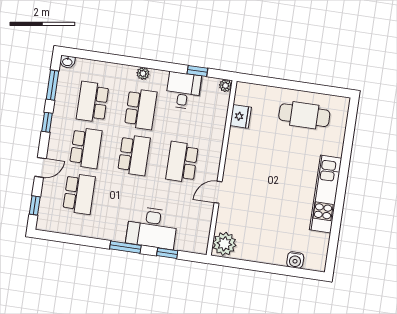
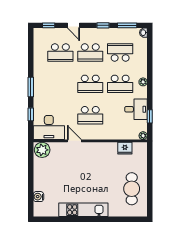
school desk: (182, 162) -> (90, 115), turned 180
desk: (152, 228) -> (49, 128), moved, turned -90

